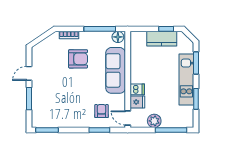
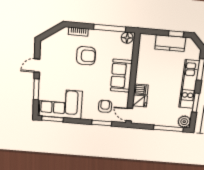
sofa: (116, 70) -> (121, 76), width x0.73
corner sofa: (55, 112) -> (61, 104), added
plant: (154, 121) -> (184, 122), moved

